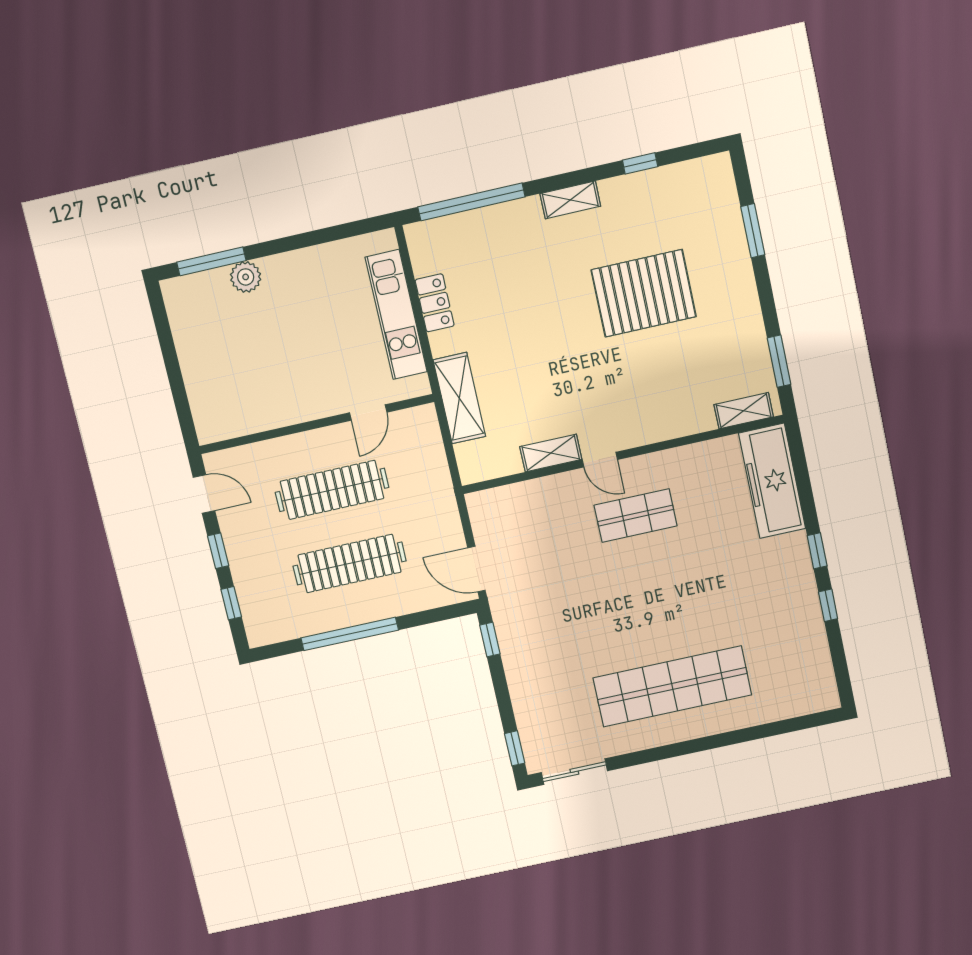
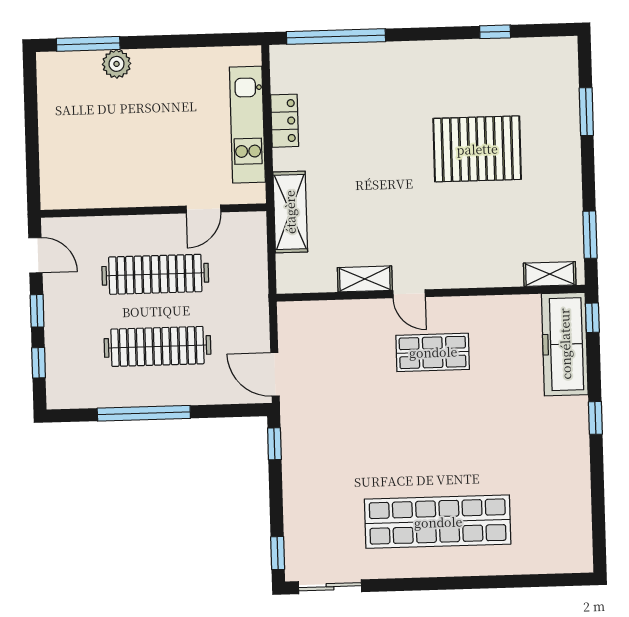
shelving: (570, 200) -> (426, 52), removed
window: (828, 605) -> (592, 318), moved

